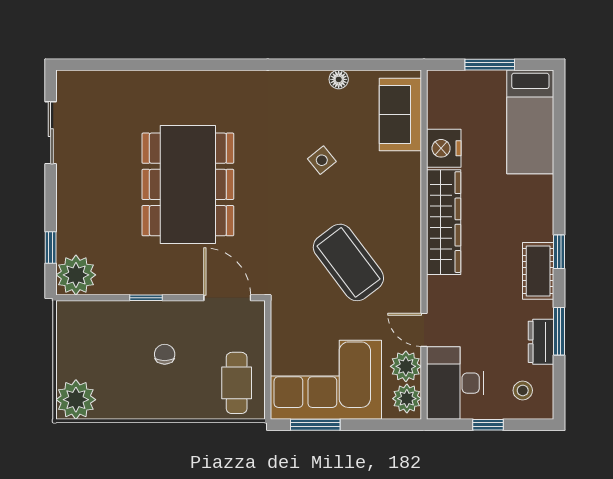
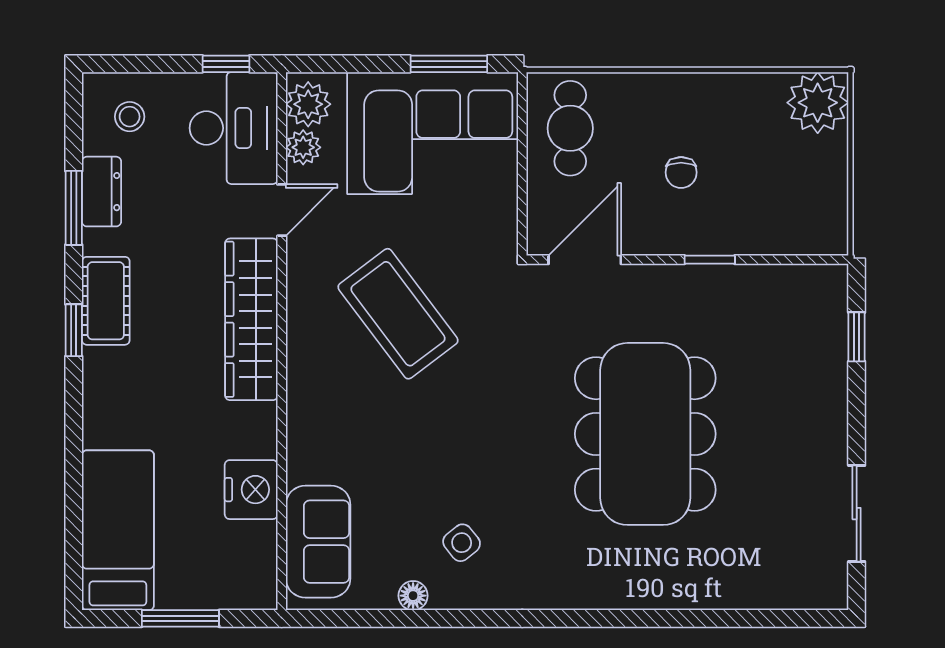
side table: (322, 160) -> (462, 543), moved
wardrobe: (444, 222) -> (251, 319), moved
plant: (76, 275) -> (818, 294), removed
door: (227, 298) -> (585, 260), swing flipped
door: (424, 330) -> (282, 210), hinge flipped
plant: (406, 366) -> (303, 147), width x0.73, depth x0.73
window: (488, 425) -> (226, 64), moved

